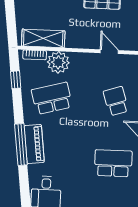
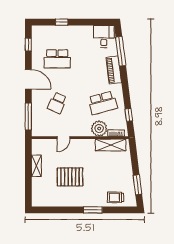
door: (109, 52) -> (63, 138), hinge flipped
school desk: (116, 101) -> (57, 103), turned 42
window: (21, 144) -> (121, 51), moved

